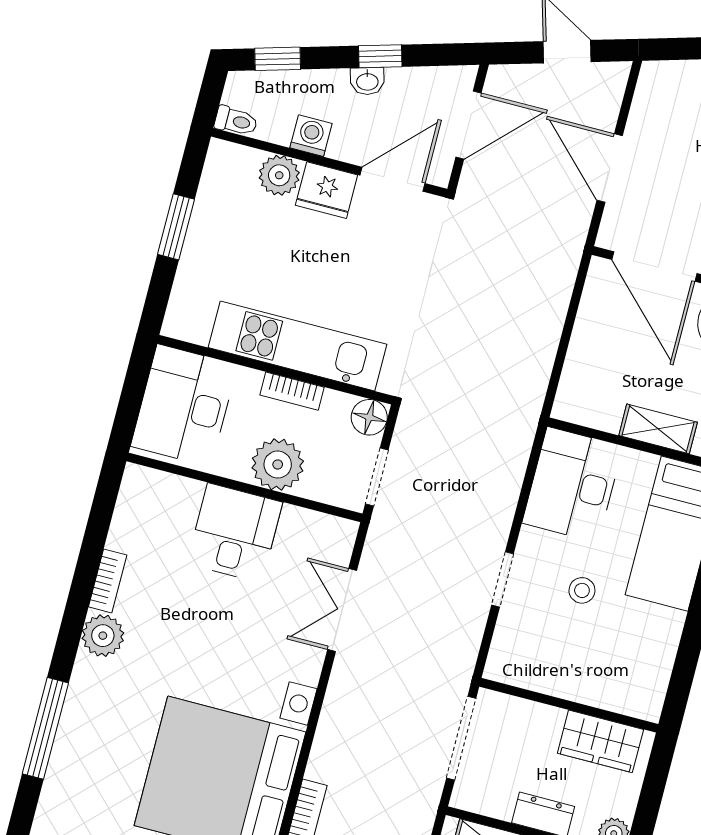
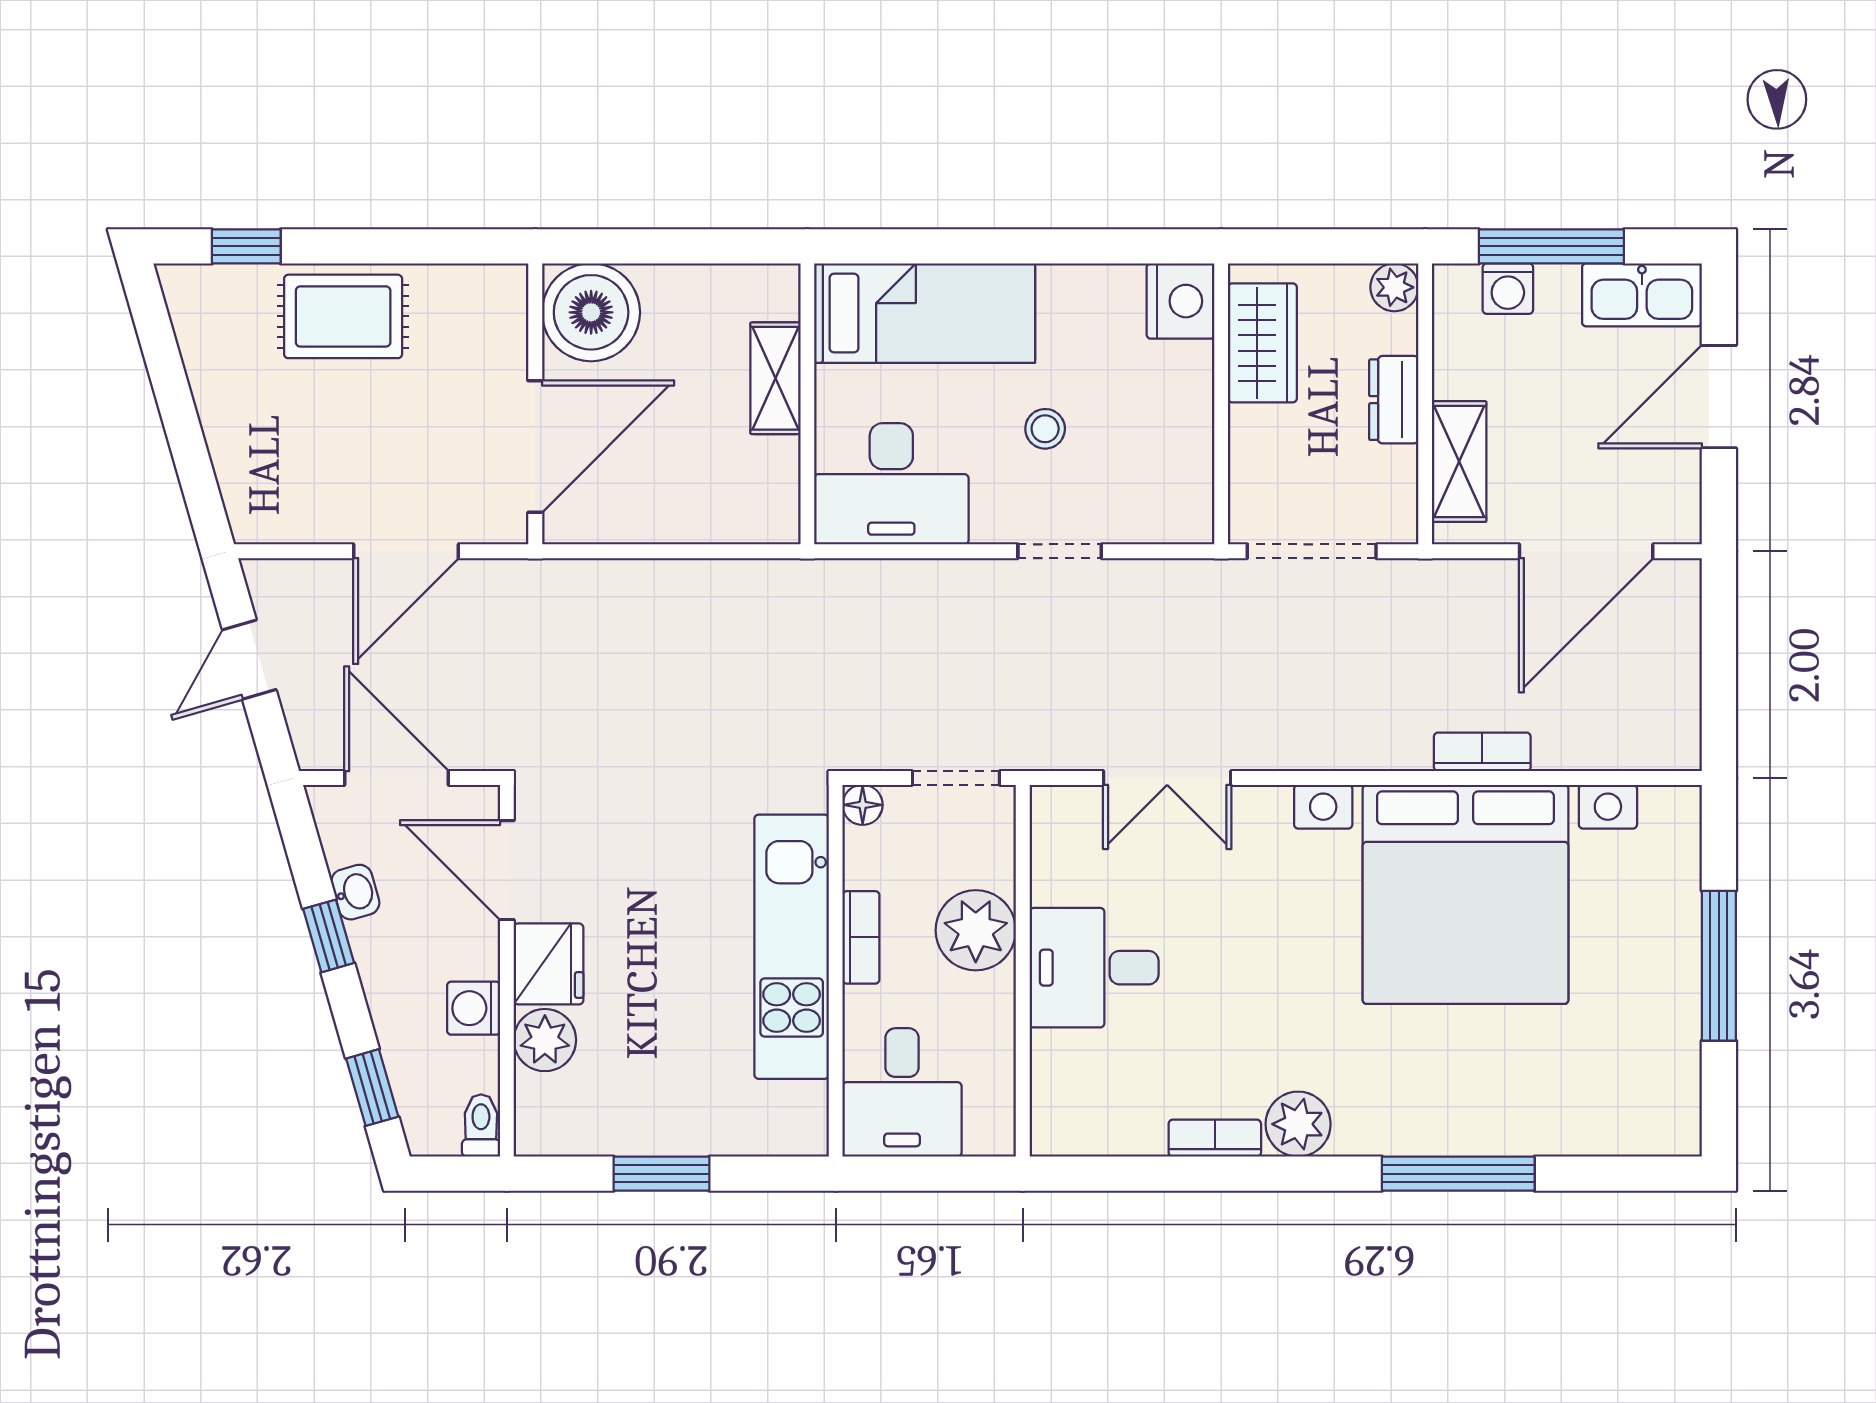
washbasin: (367, 81) -> (355, 892), moved
desk: (184, 405) -> (902, 1092), width x0.73
floor lamp: (369, 417) -> (863, 805), width x0.73, depth x0.73
nightstand: (640, 697) -> (1180, 301), added

